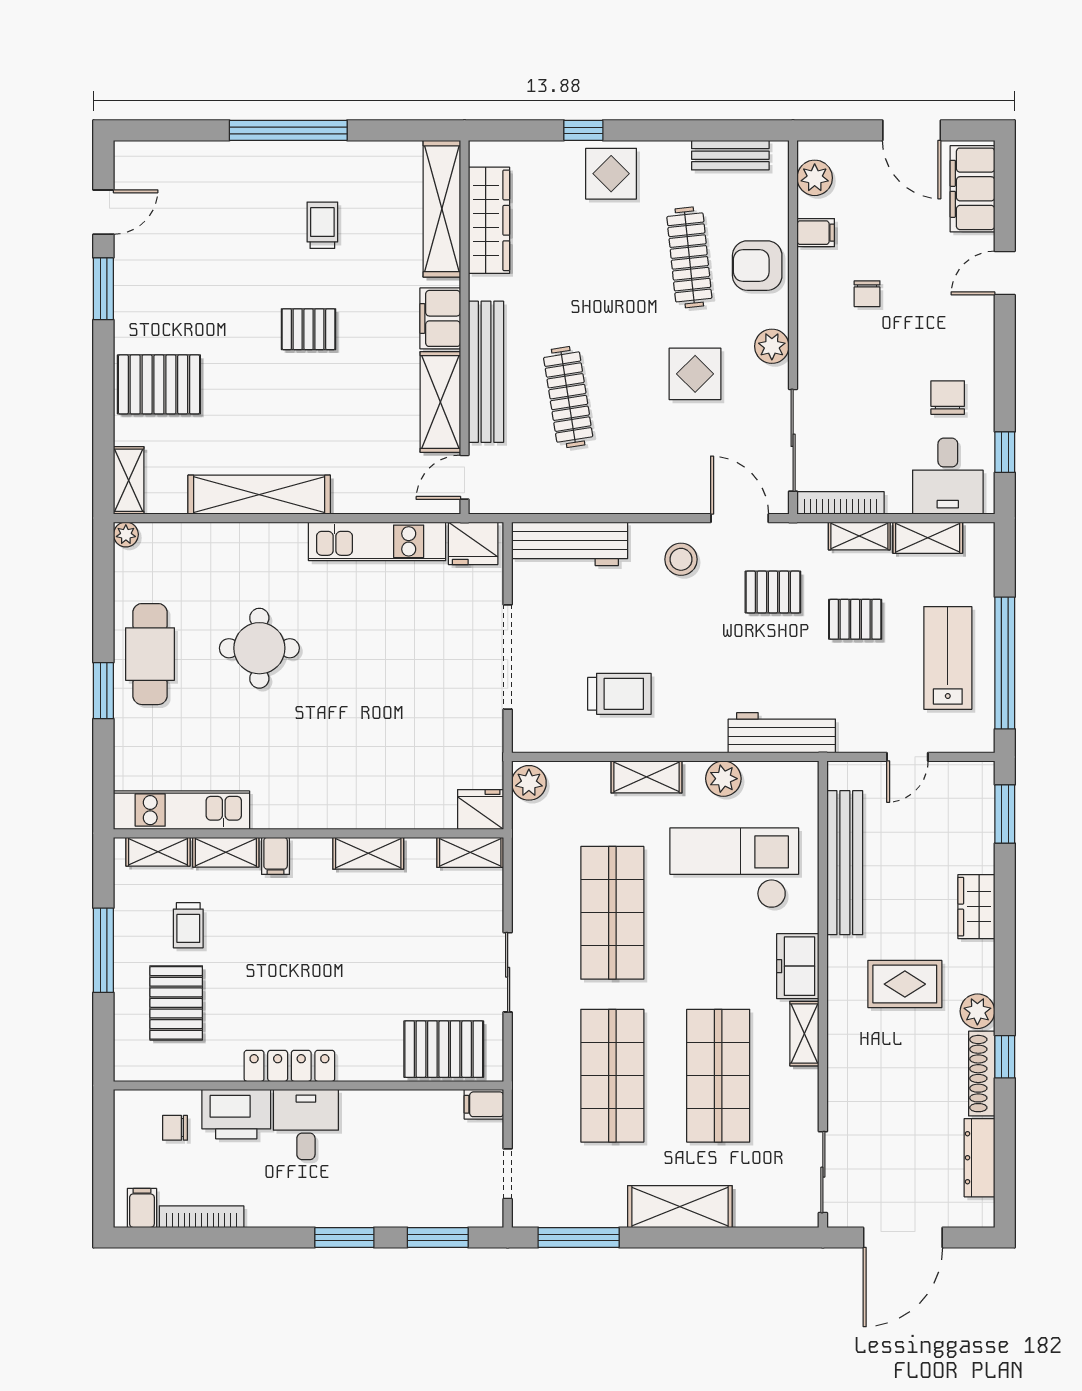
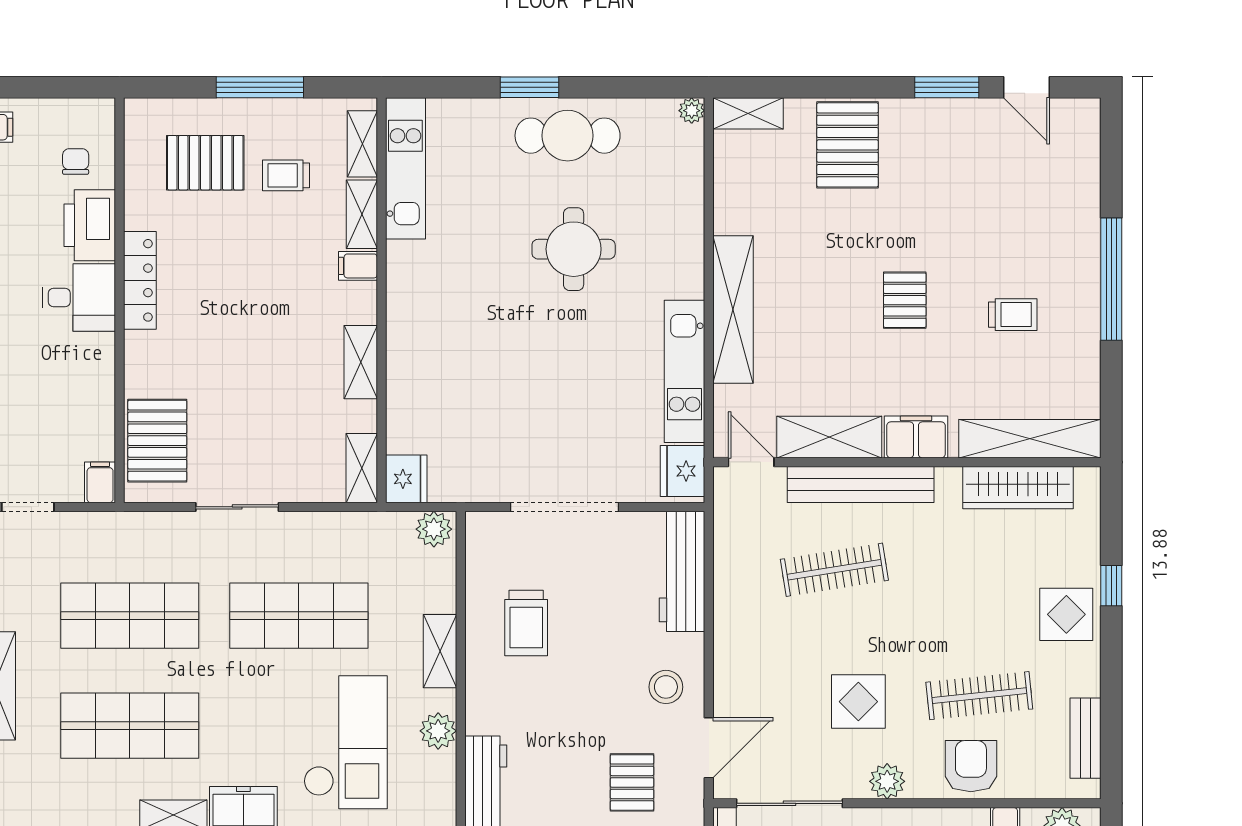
shelving: (259, 495) -> (733, 310), moved

